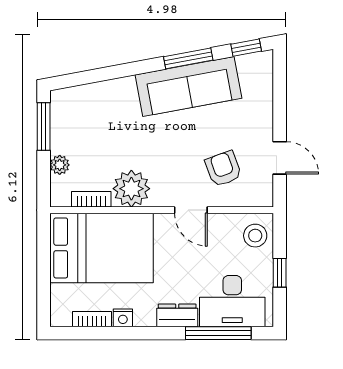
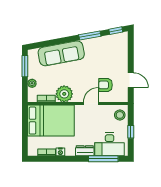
sofa: (188, 87) -> (61, 53), moved
armchair: (223, 169) -> (105, 85), turned -70
door: (191, 210) -> (91, 104), swing flipped

